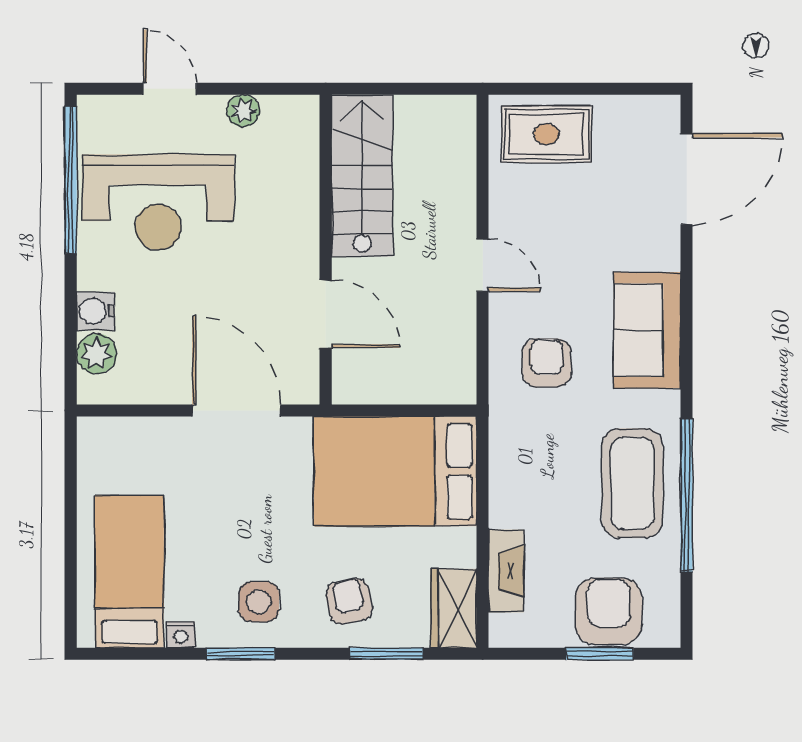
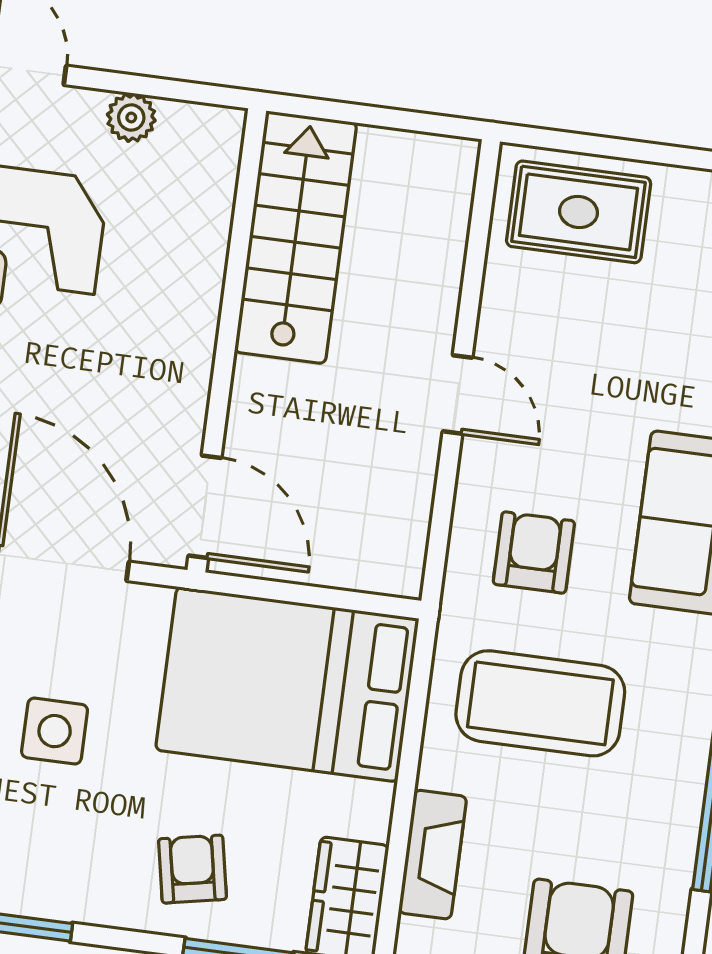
door: (326, 314) -> (205, 507), moved
coffee table: (632, 483) -> (540, 703), moved, turned 90
side table: (259, 602) -> (55, 731), moved

